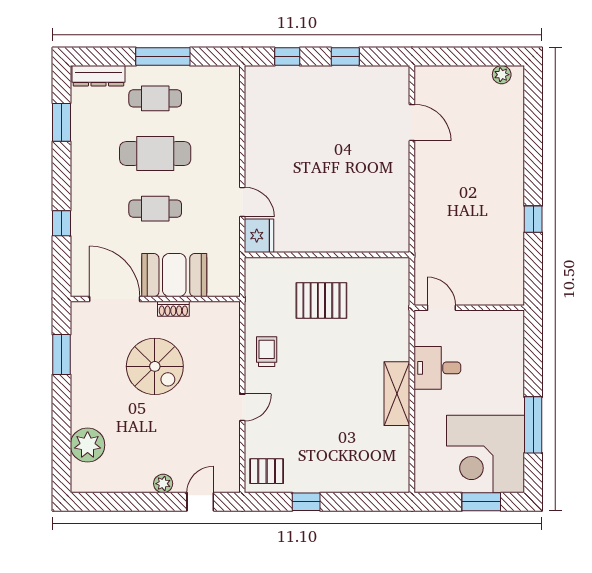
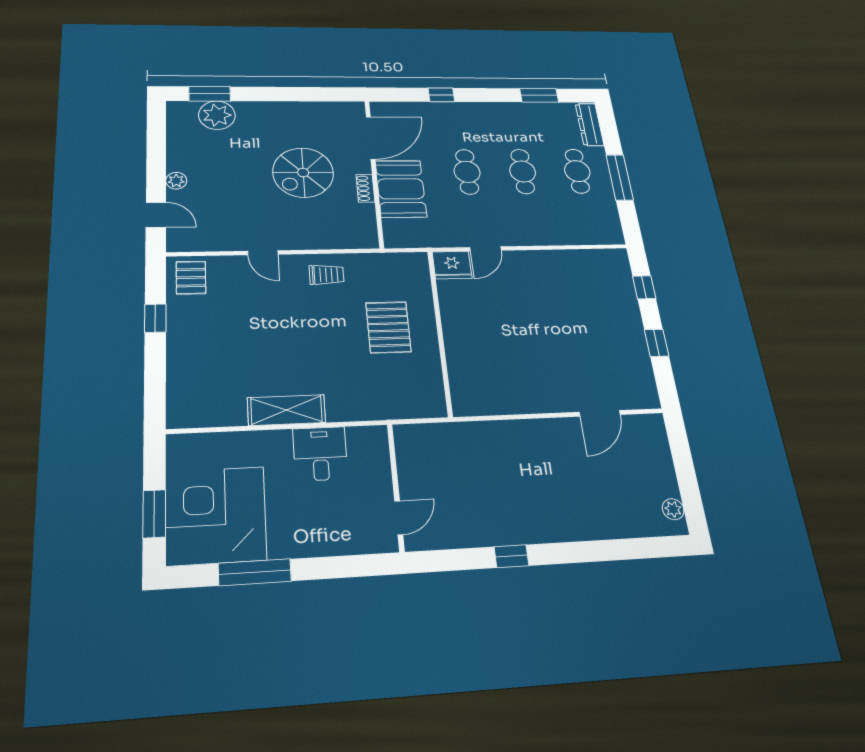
cafe table: (155, 154) -> (523, 171), width x0.73, depth x0.74
door: (441, 308) -> (399, 518), moved
window: (62, 355) -> (210, 94), moved

